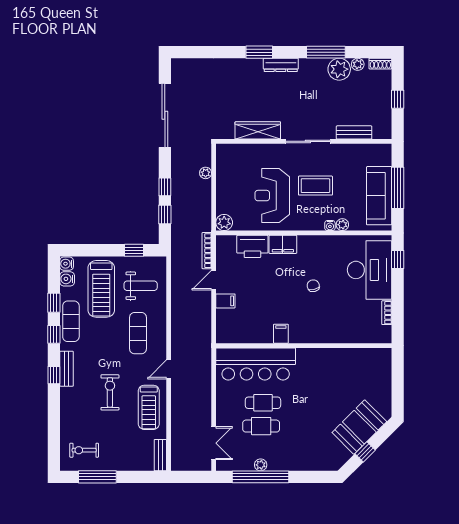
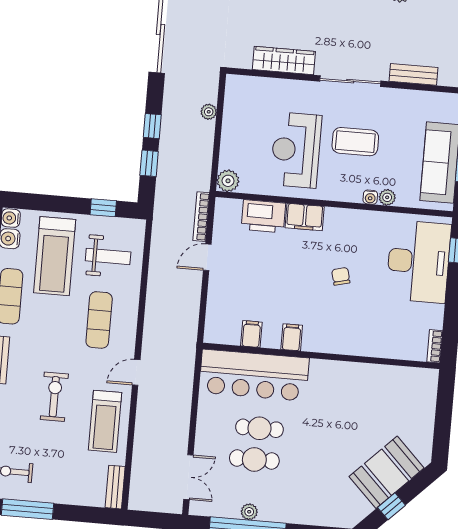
filing cabinet: (225, 301) -> (251, 334), moved, turned -90
bookcase: (387, 313) -> (435, 346), moved

